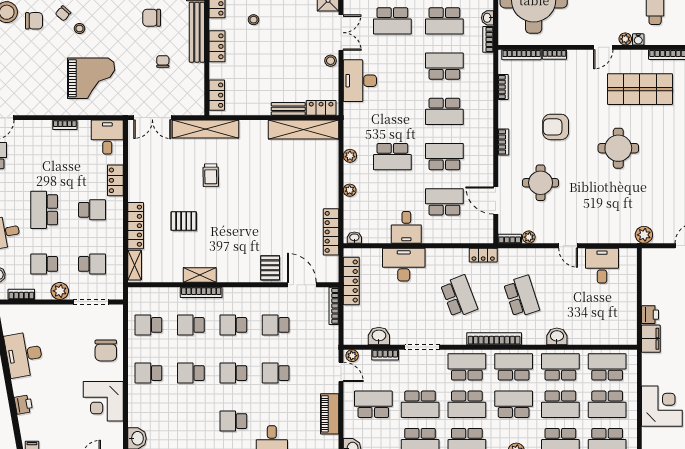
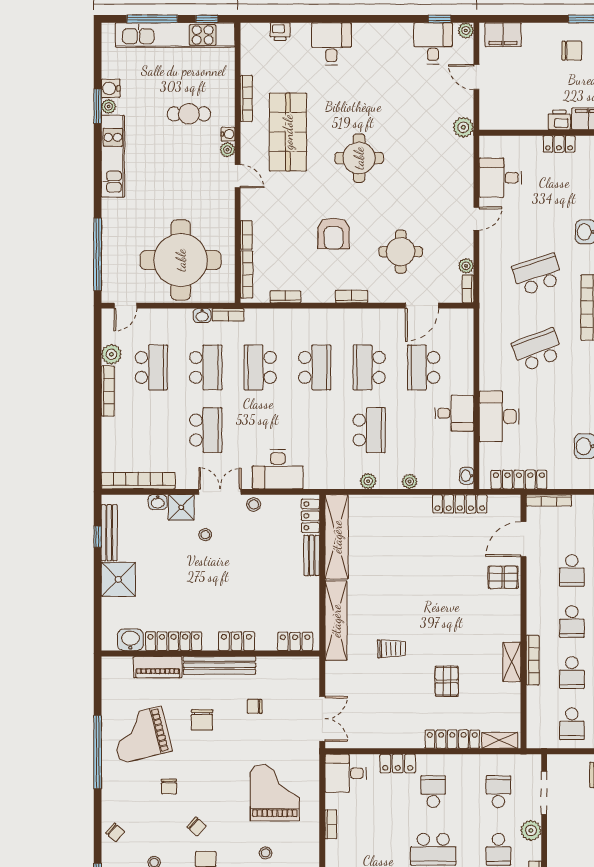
stool: (254, 20) -> (205, 535), moved
stool: (80, 28) -> (266, 853), moved
shelving: (206, 129) -> (336, 621), moved
locker: (483, 255) -> (559, 144), moved, turned 90

